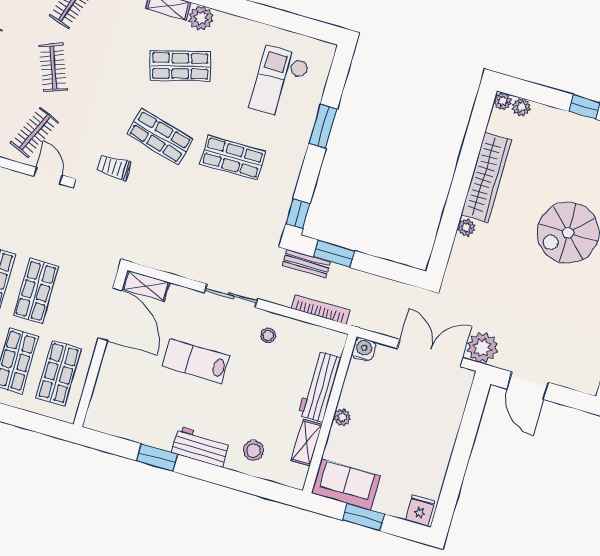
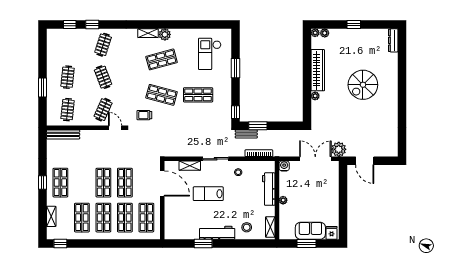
shelving: (146, 286) -> (190, 166), moved
shelving: (307, 443) -> (270, 227), moved
workbench: (201, 447) -> (217, 233), width x1.38
sofa: (346, 485) -> (310, 231), moved

